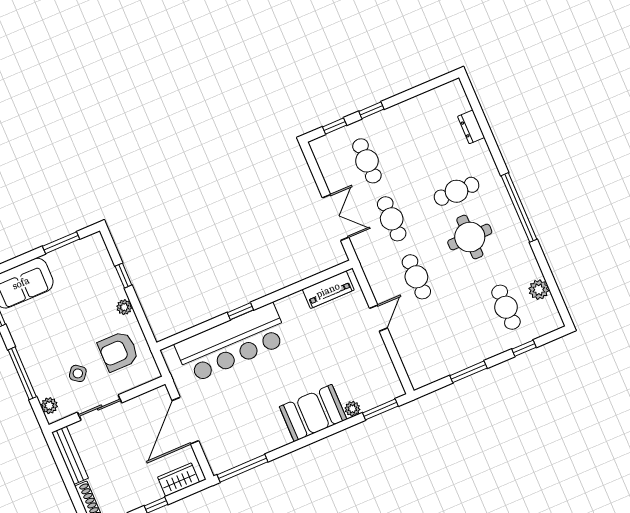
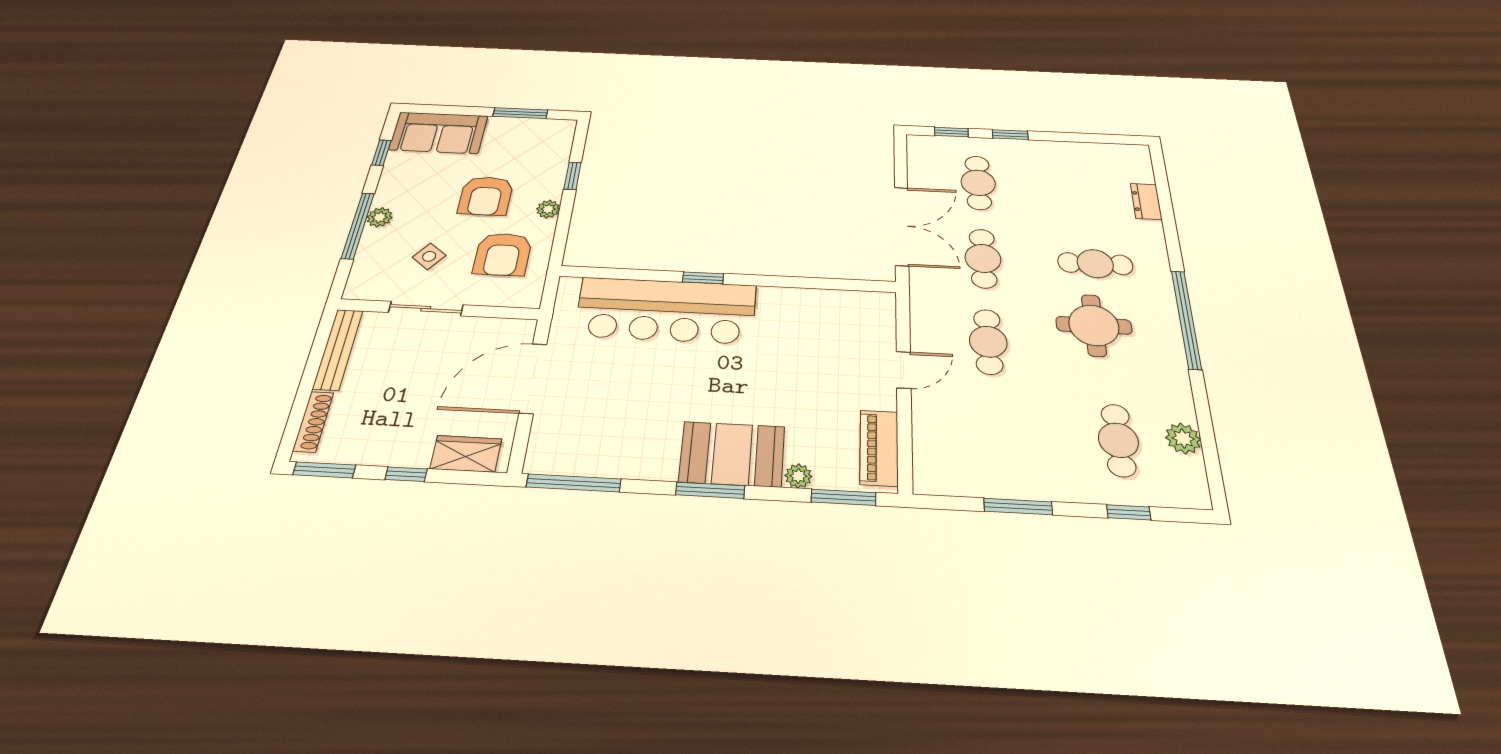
double door: (336, 217) -> (902, 226), width x1.37
piano: (328, 290) -> (879, 448), moved, turned 90
armchair: (82, 316) -> (486, 196), added
armchair: (118, 351) -> (503, 254), turned -90
plant: (49, 406) -> (380, 217), moved
window: (312, 438) -> (710, 490), added

